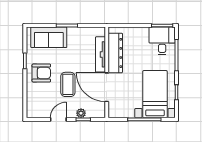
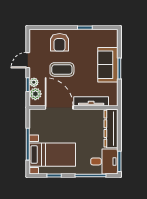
sofa: (49, 37) -> (108, 65), moved
dresser: (115, 53) -> (111, 129), moved, turned 90
armchair: (41, 73) -> (60, 42), moved
door: (107, 87) -> (59, 107), hinge flipped
plant: (93, 112) -> (35, 94), added
door: (58, 119) -> (28, 60), swing flipped

